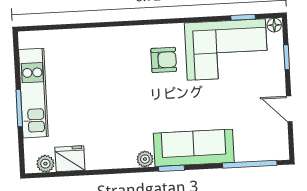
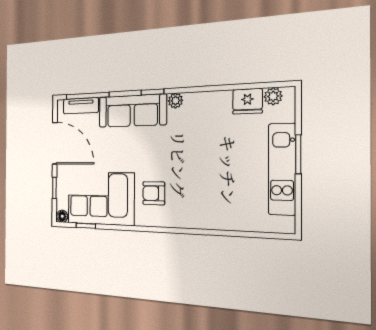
door: (289, 109) -> (55, 143), width x1.88
tv unit: (258, 153) -> (81, 106), added

